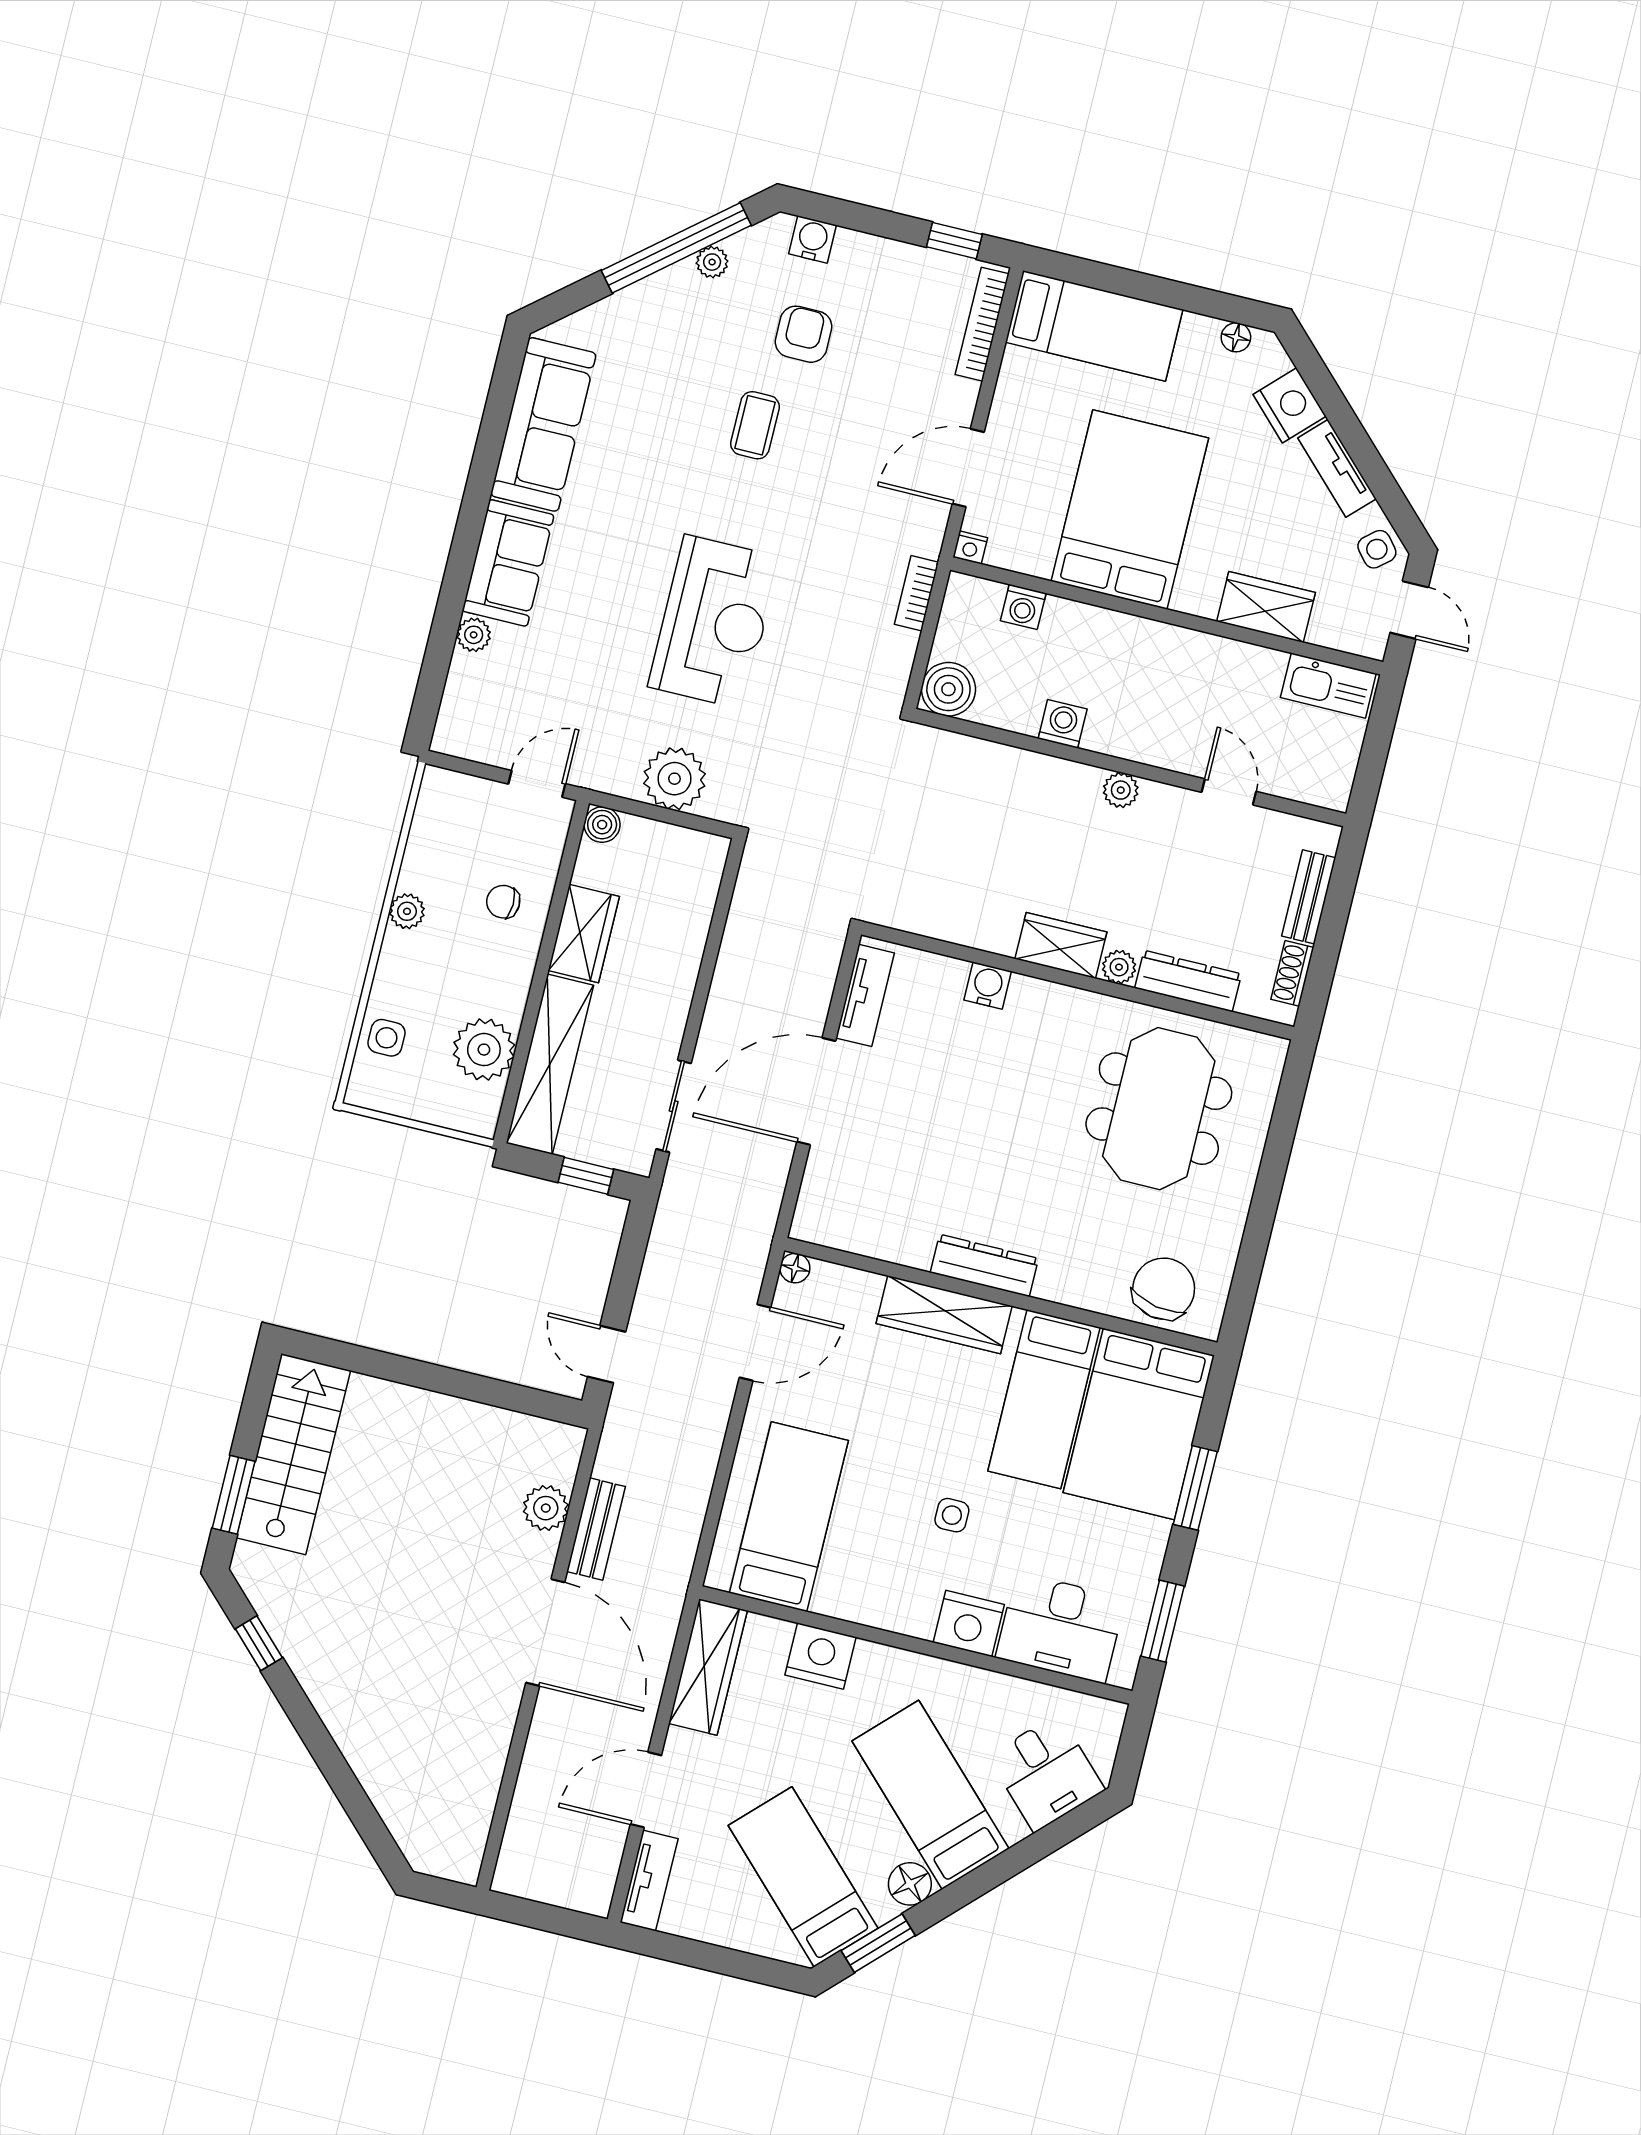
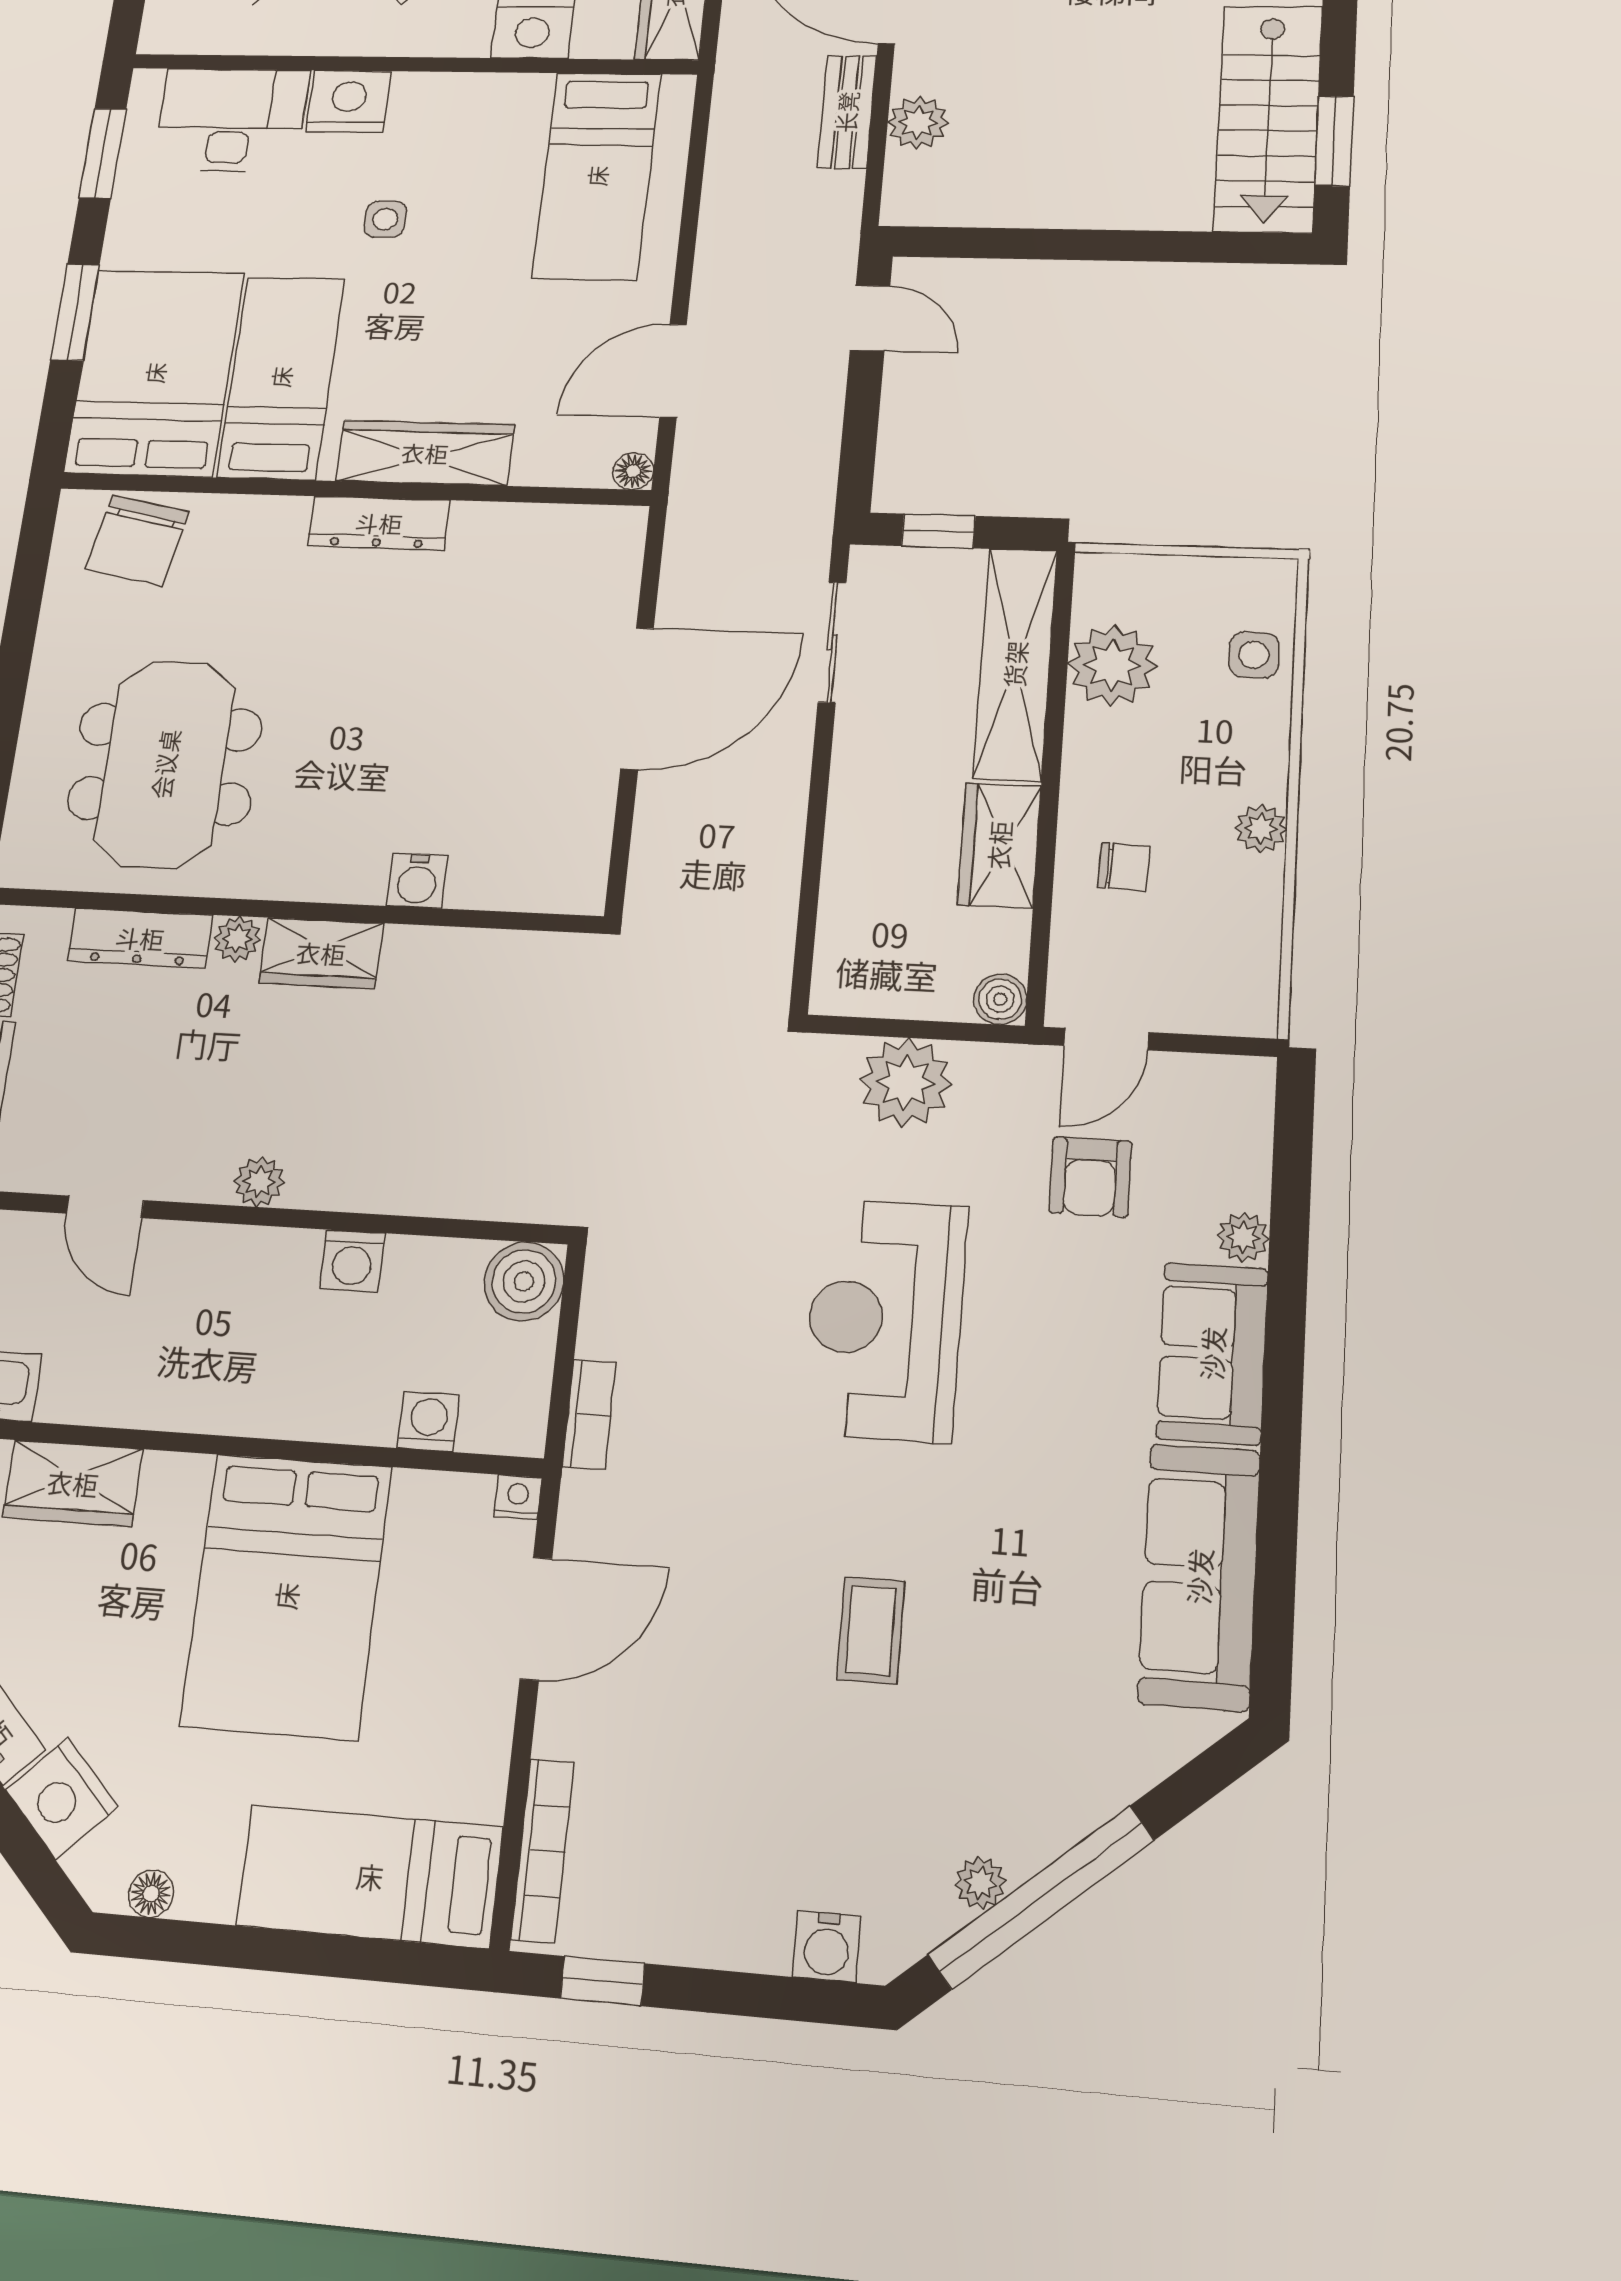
armchair: (803, 334) -> (1090, 1177), moved
tv unit: (865, 995) -> (587, 836), removed
window: (234, 1495) -> (1334, 141), moved

